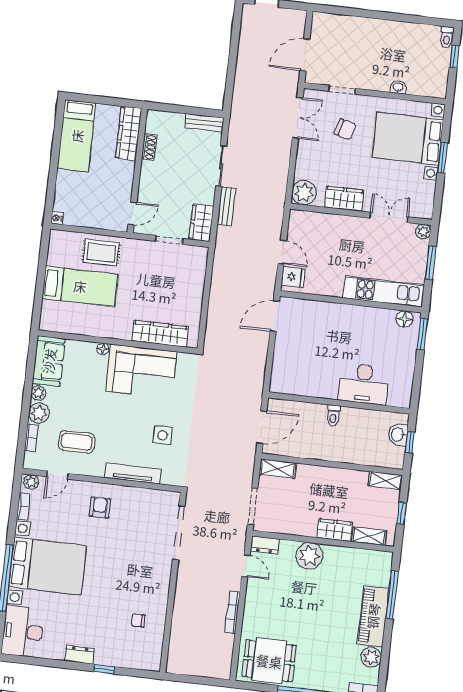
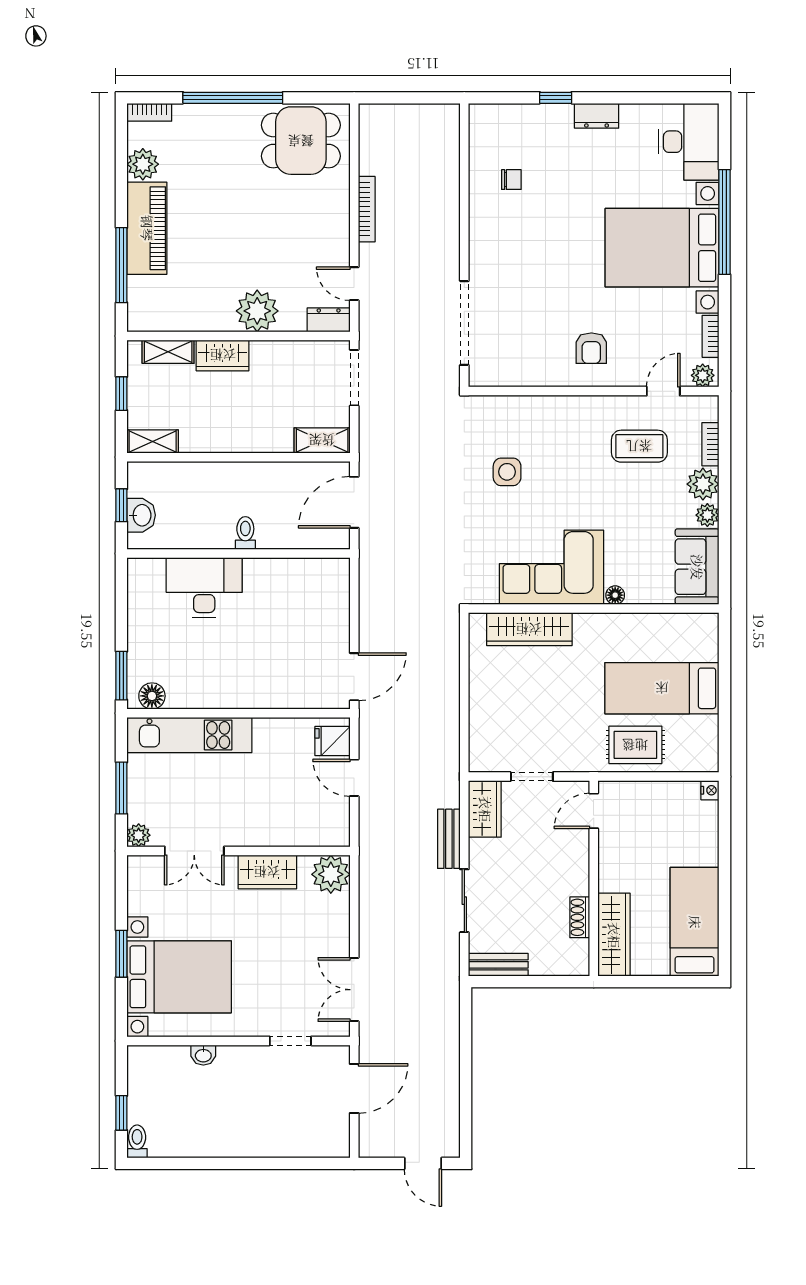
chair: (345, 129) -> (278, 980), removed
tv unit: (133, 473) -> (546, 407), removed

